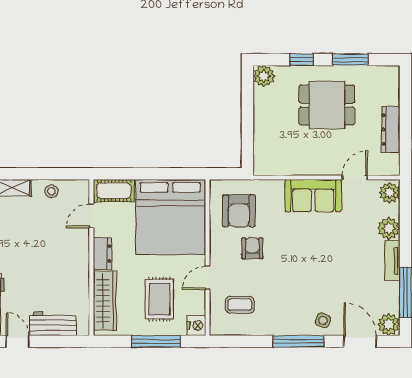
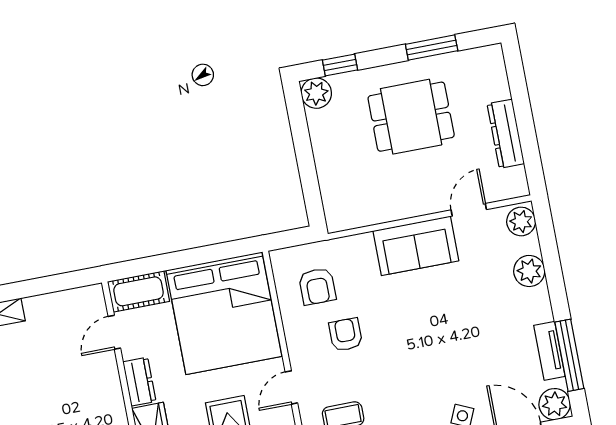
window: (302, 60) -> (340, 65), moved
stool: (51, 191) -> (53, 309), removed
armchair: (239, 211) -> (317, 286), width x0.72, depth x0.72
tv unit: (392, 261) -> (549, 351), moved

